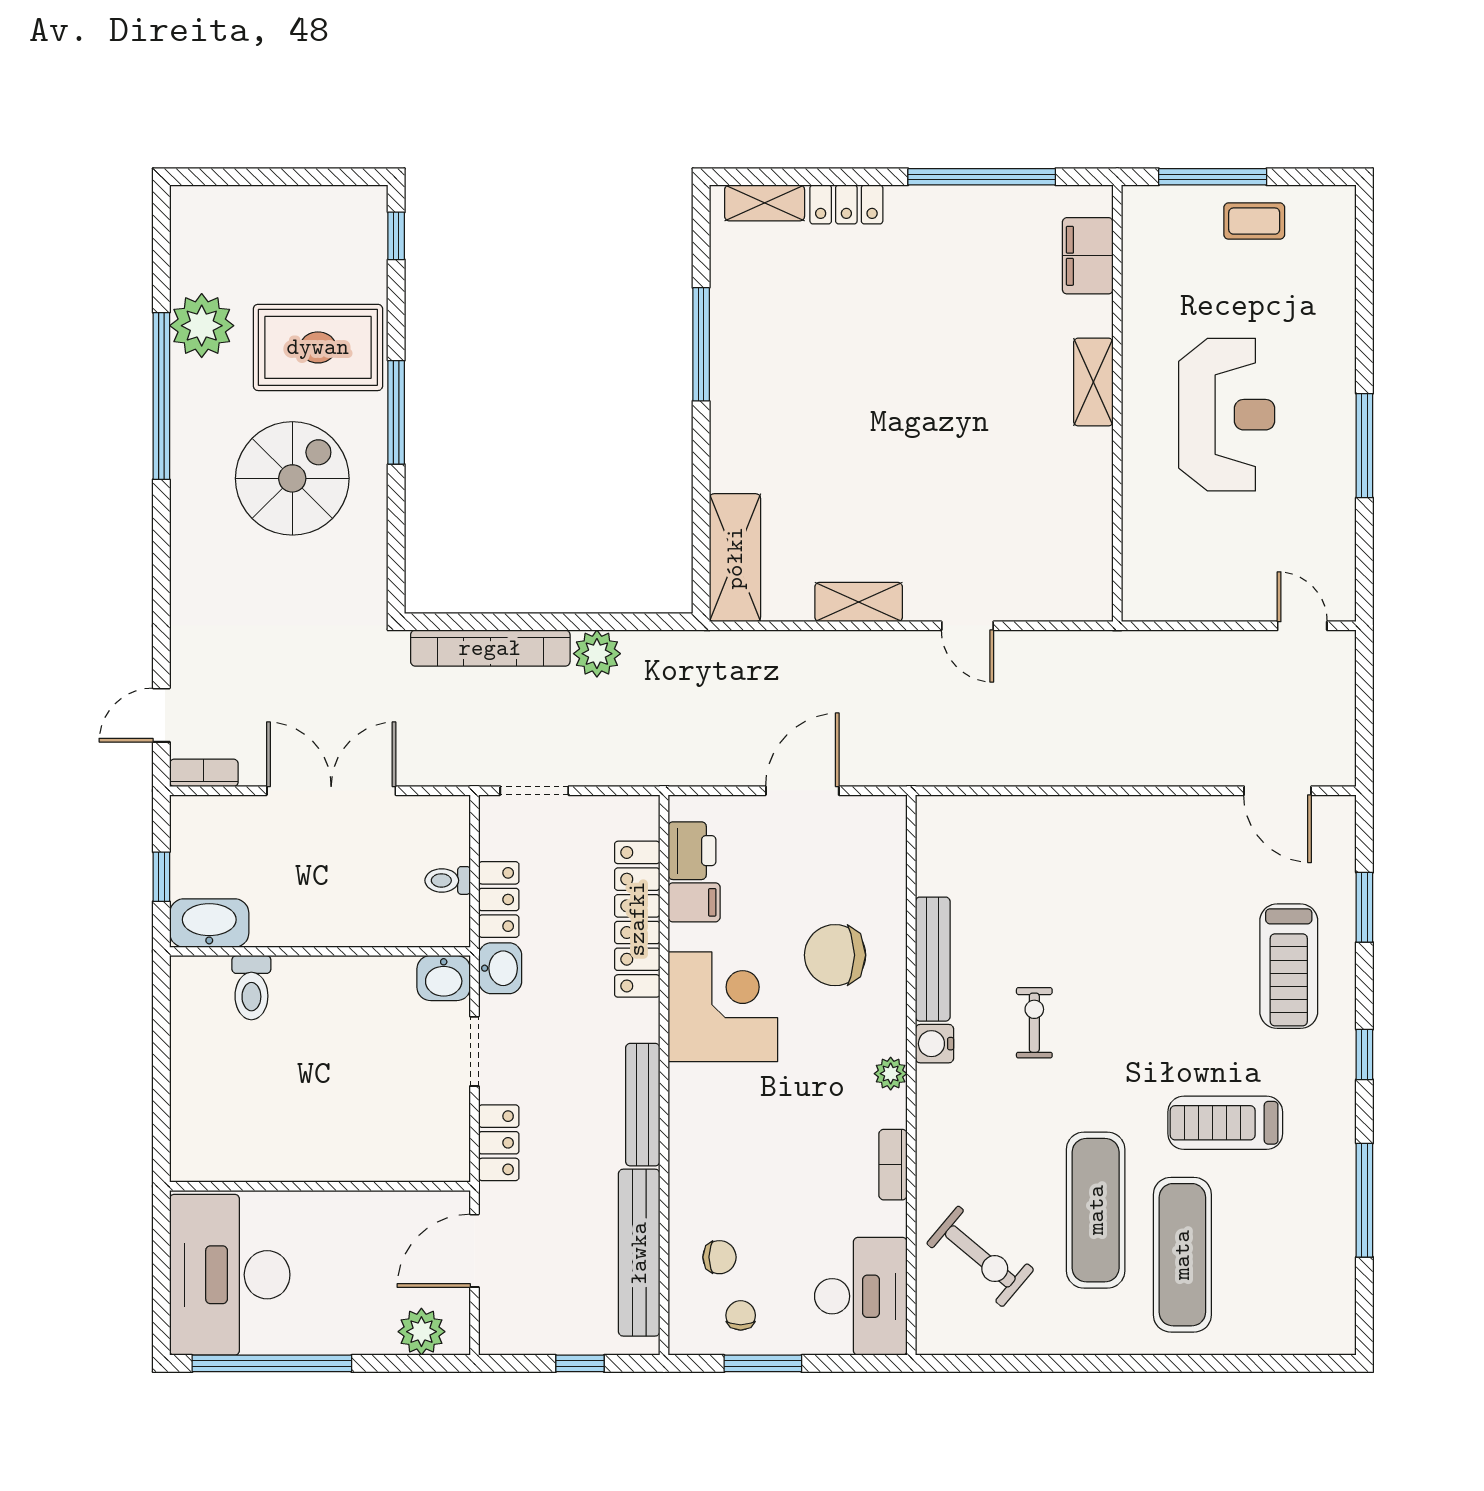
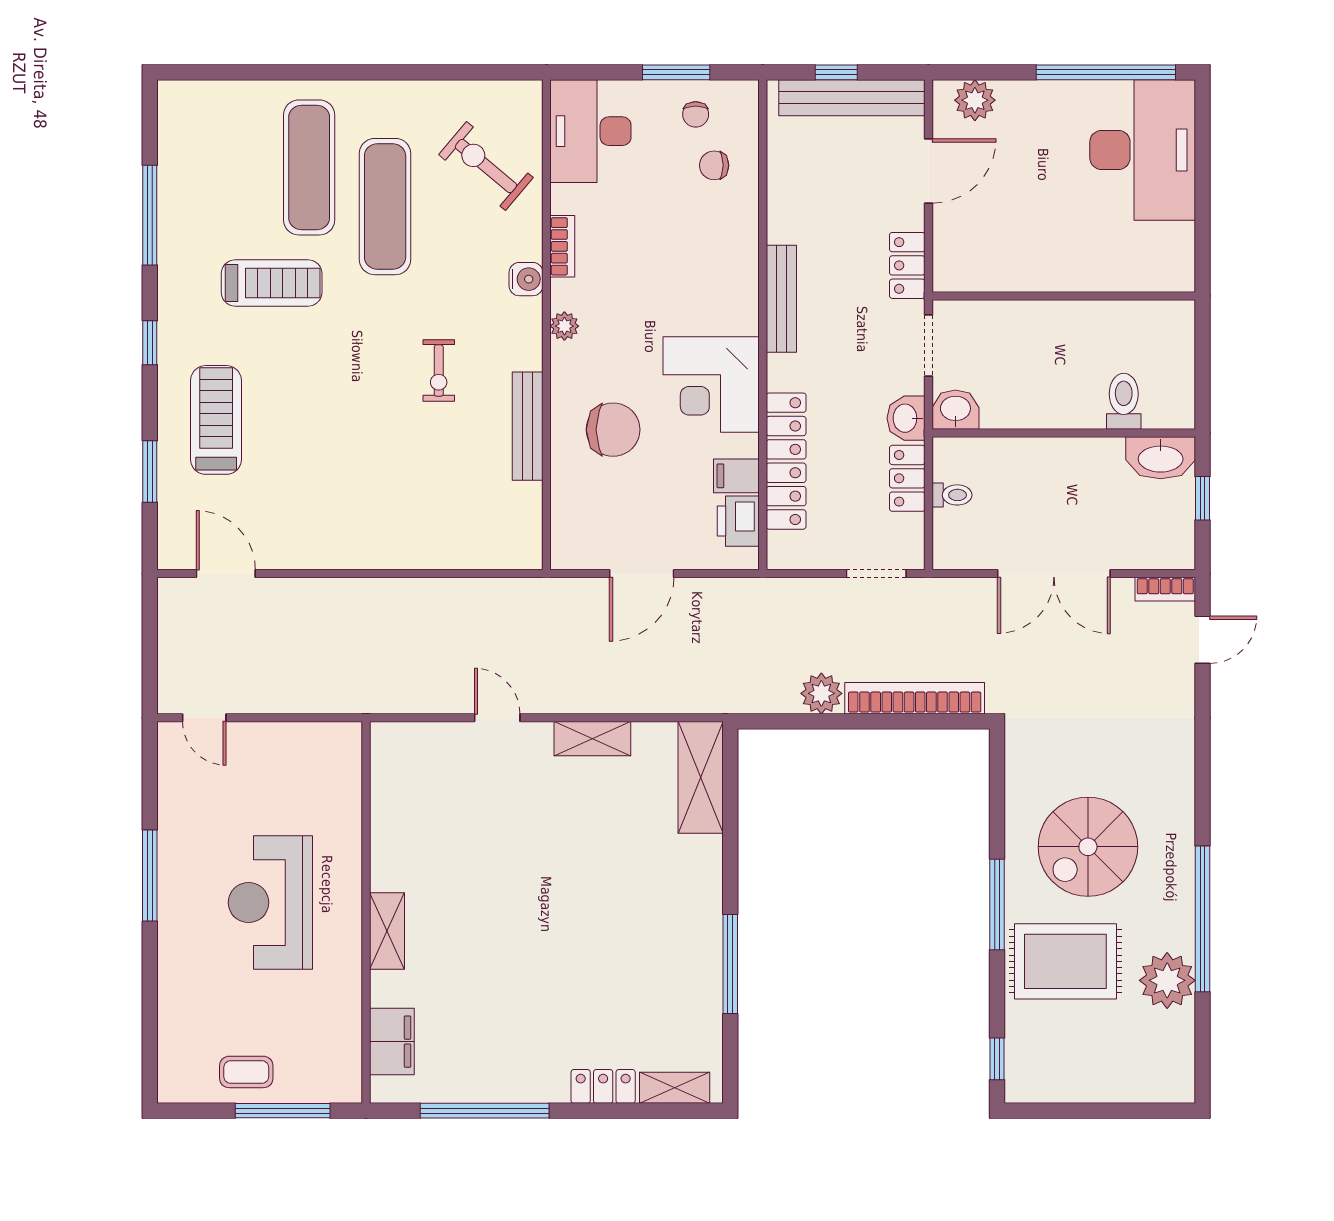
water cooler: (934, 1044) -> (526, 279), moved
wall: (320, 1186) -> (1064, 296), moved
bench: (639, 1253) -> (852, 98), moved, turned 90

